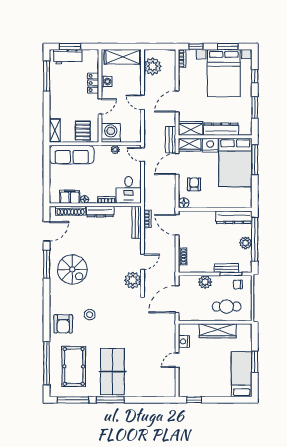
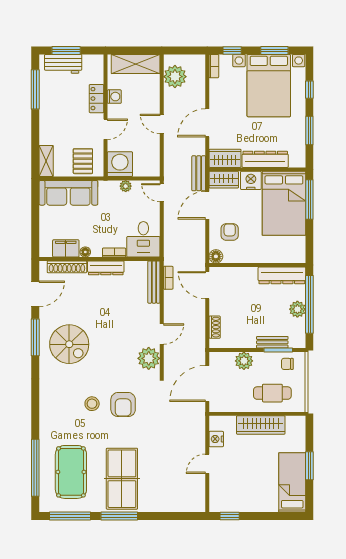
armchair: (63, 324) -> (123, 405), moved

